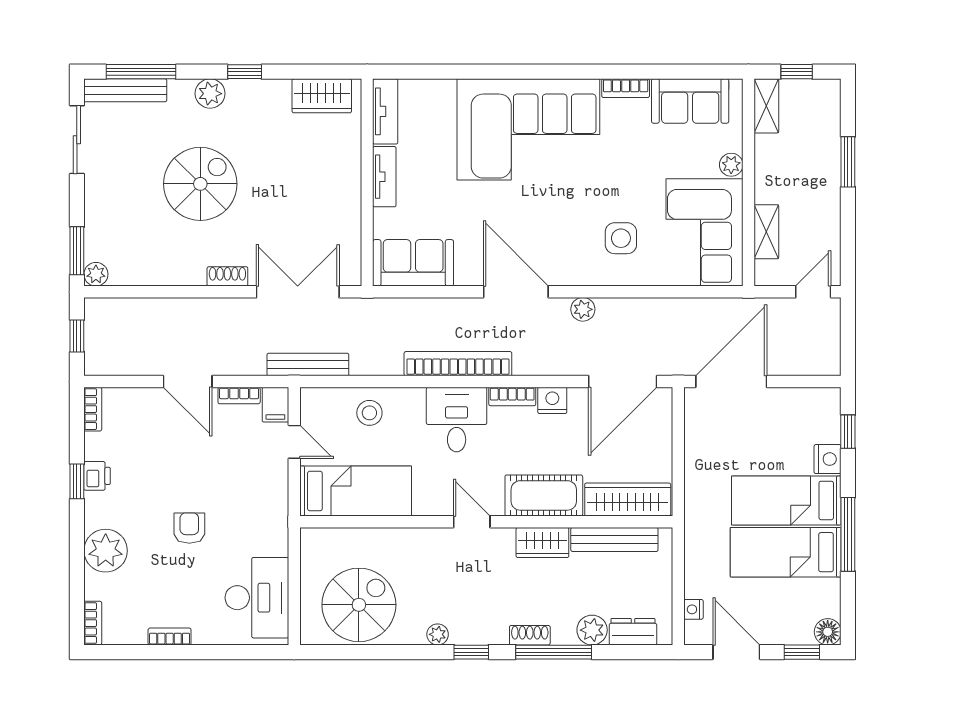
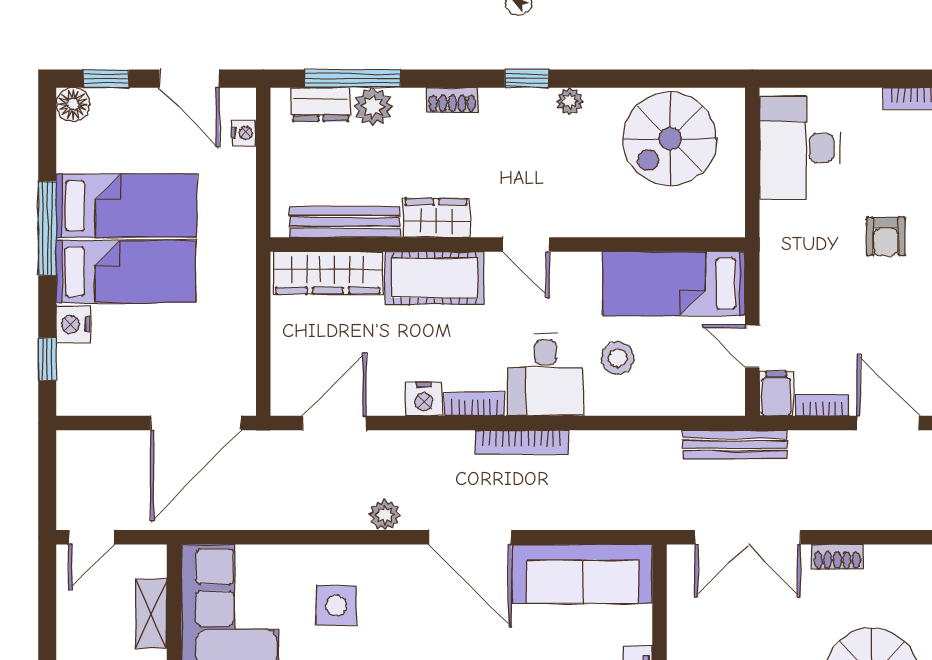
sofa: (413, 263) -> (582, 574), width x1.36
bookcase: (458, 364) -> (522, 442), width x0.68, depth x0.76
door: (623, 381) -> (334, 423), width x0.73
stool: (369, 413) -> (618, 358), moved
window: (554, 652) -> (353, 79), moved

